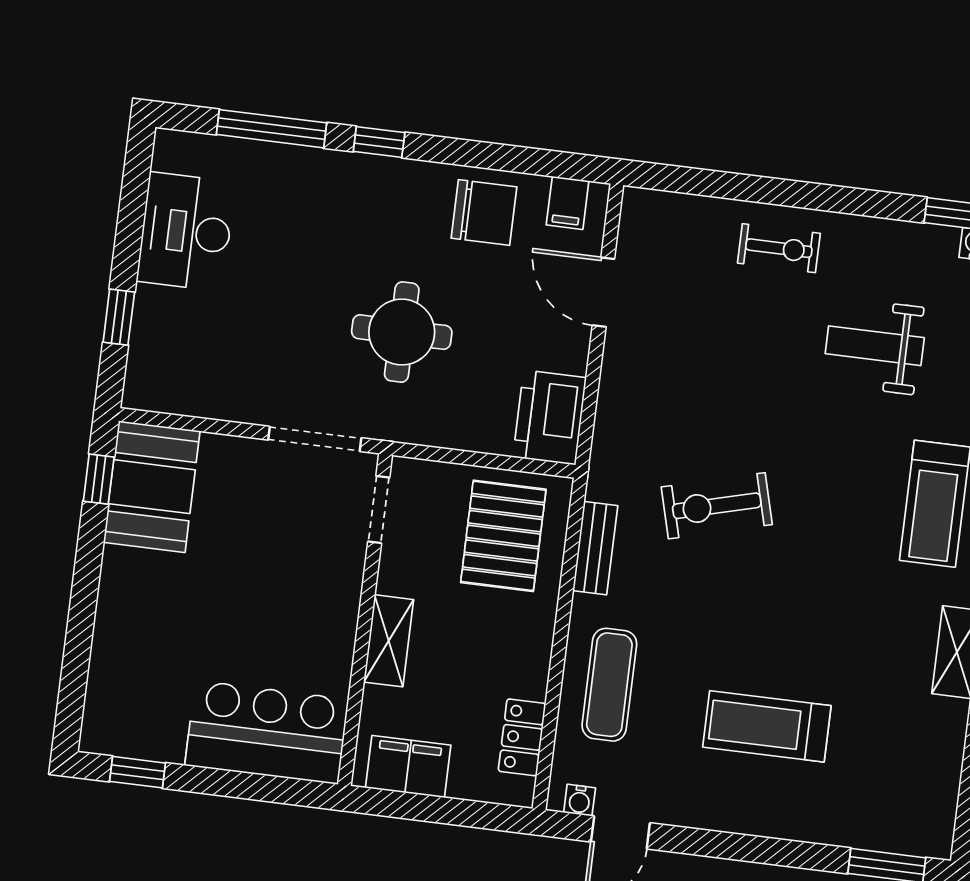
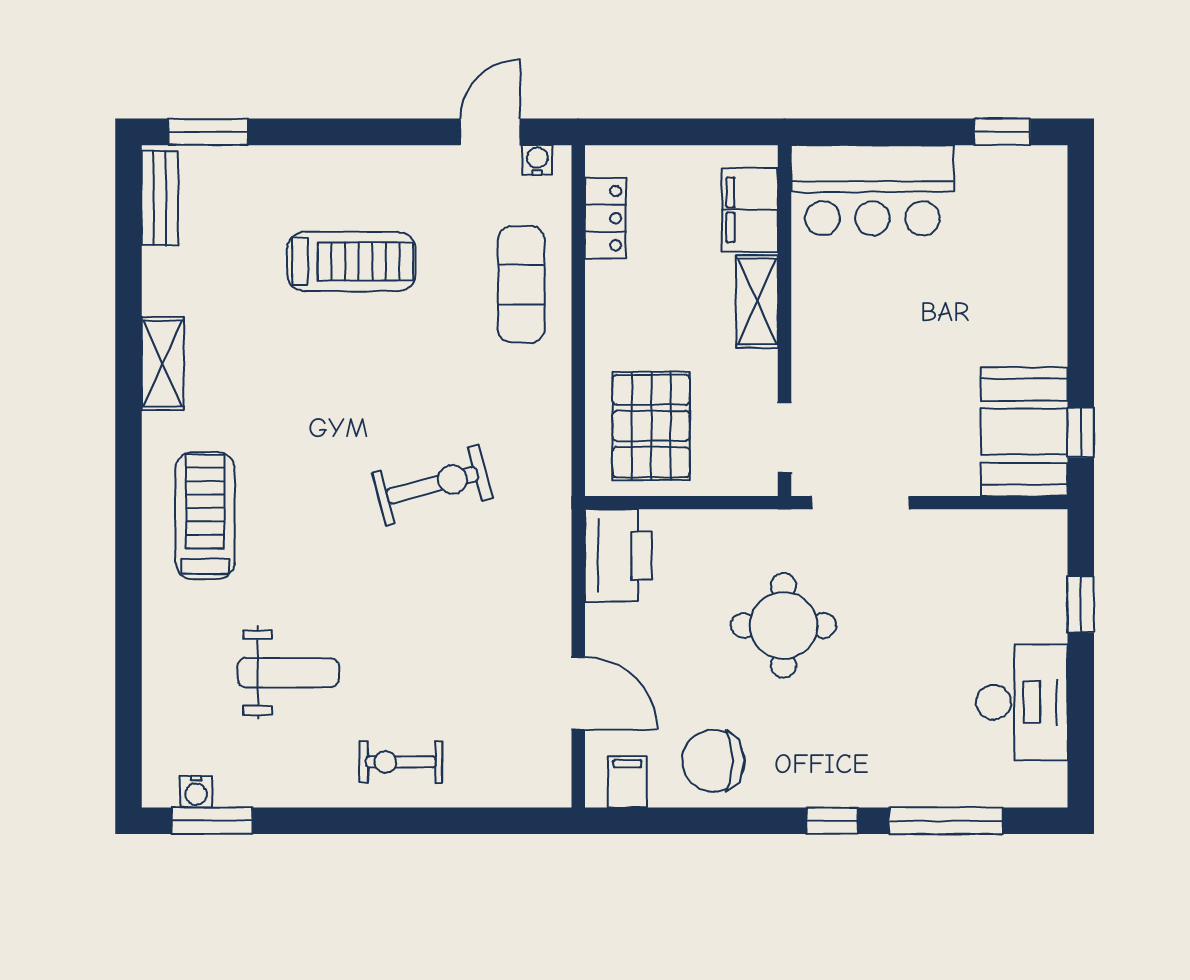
bench: (595, 548) -> (160, 198), moved
filing cabinet: (408, 767) -> (750, 210), moved, turned 90

